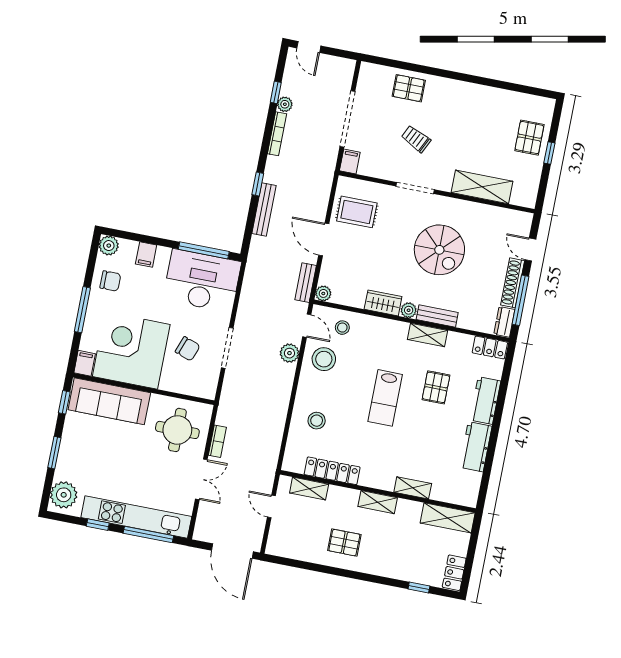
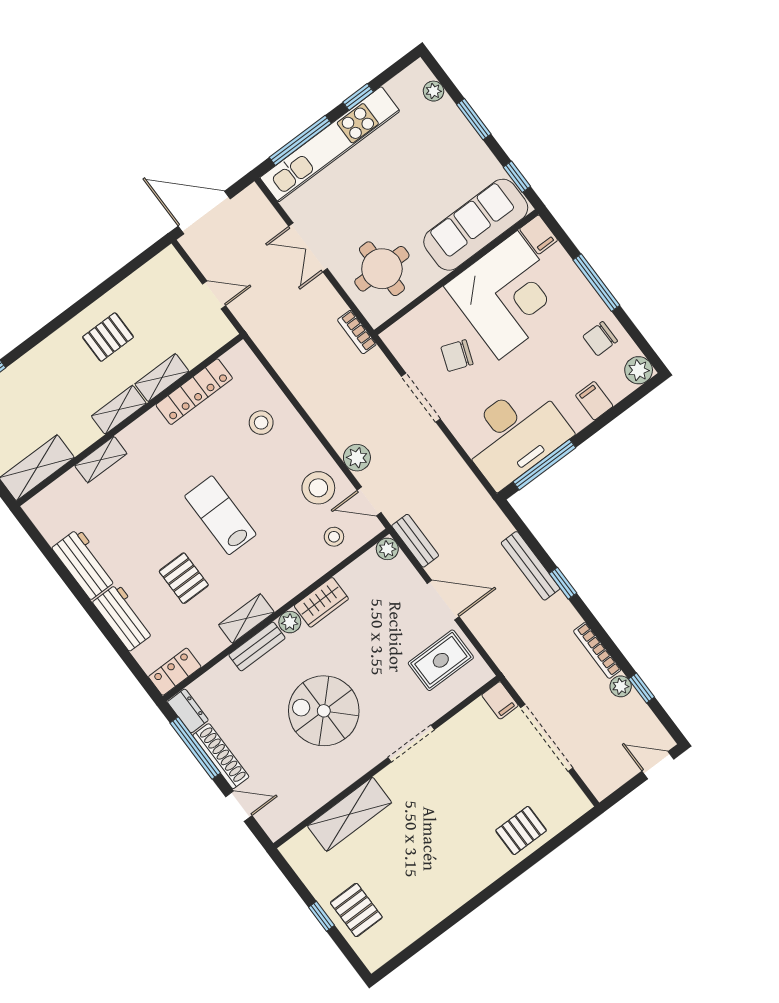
trolley: (416, 139) -> (462, 791), removed
bookcase: (217, 441) -> (357, 332), moved
shelving: (309, 489) -> (162, 378), moved
plant: (64, 495) -> (433, 91), width x0.53, depth x0.53

